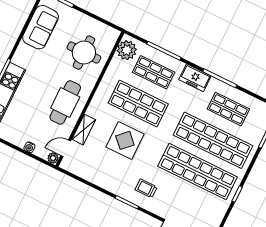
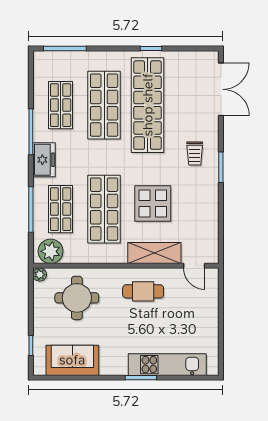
cafe table: (65, 102) -> (143, 291), width x0.73, depth x0.74
shelving: (84, 130) -> (154, 253), width x1.50, depth x1.33
shop shelf: (213, 140) -> (104, 105), width x0.71
water cooler: (29, 147) -> (213, 307), removed
plant: (53, 158) -> (40, 275), moved

